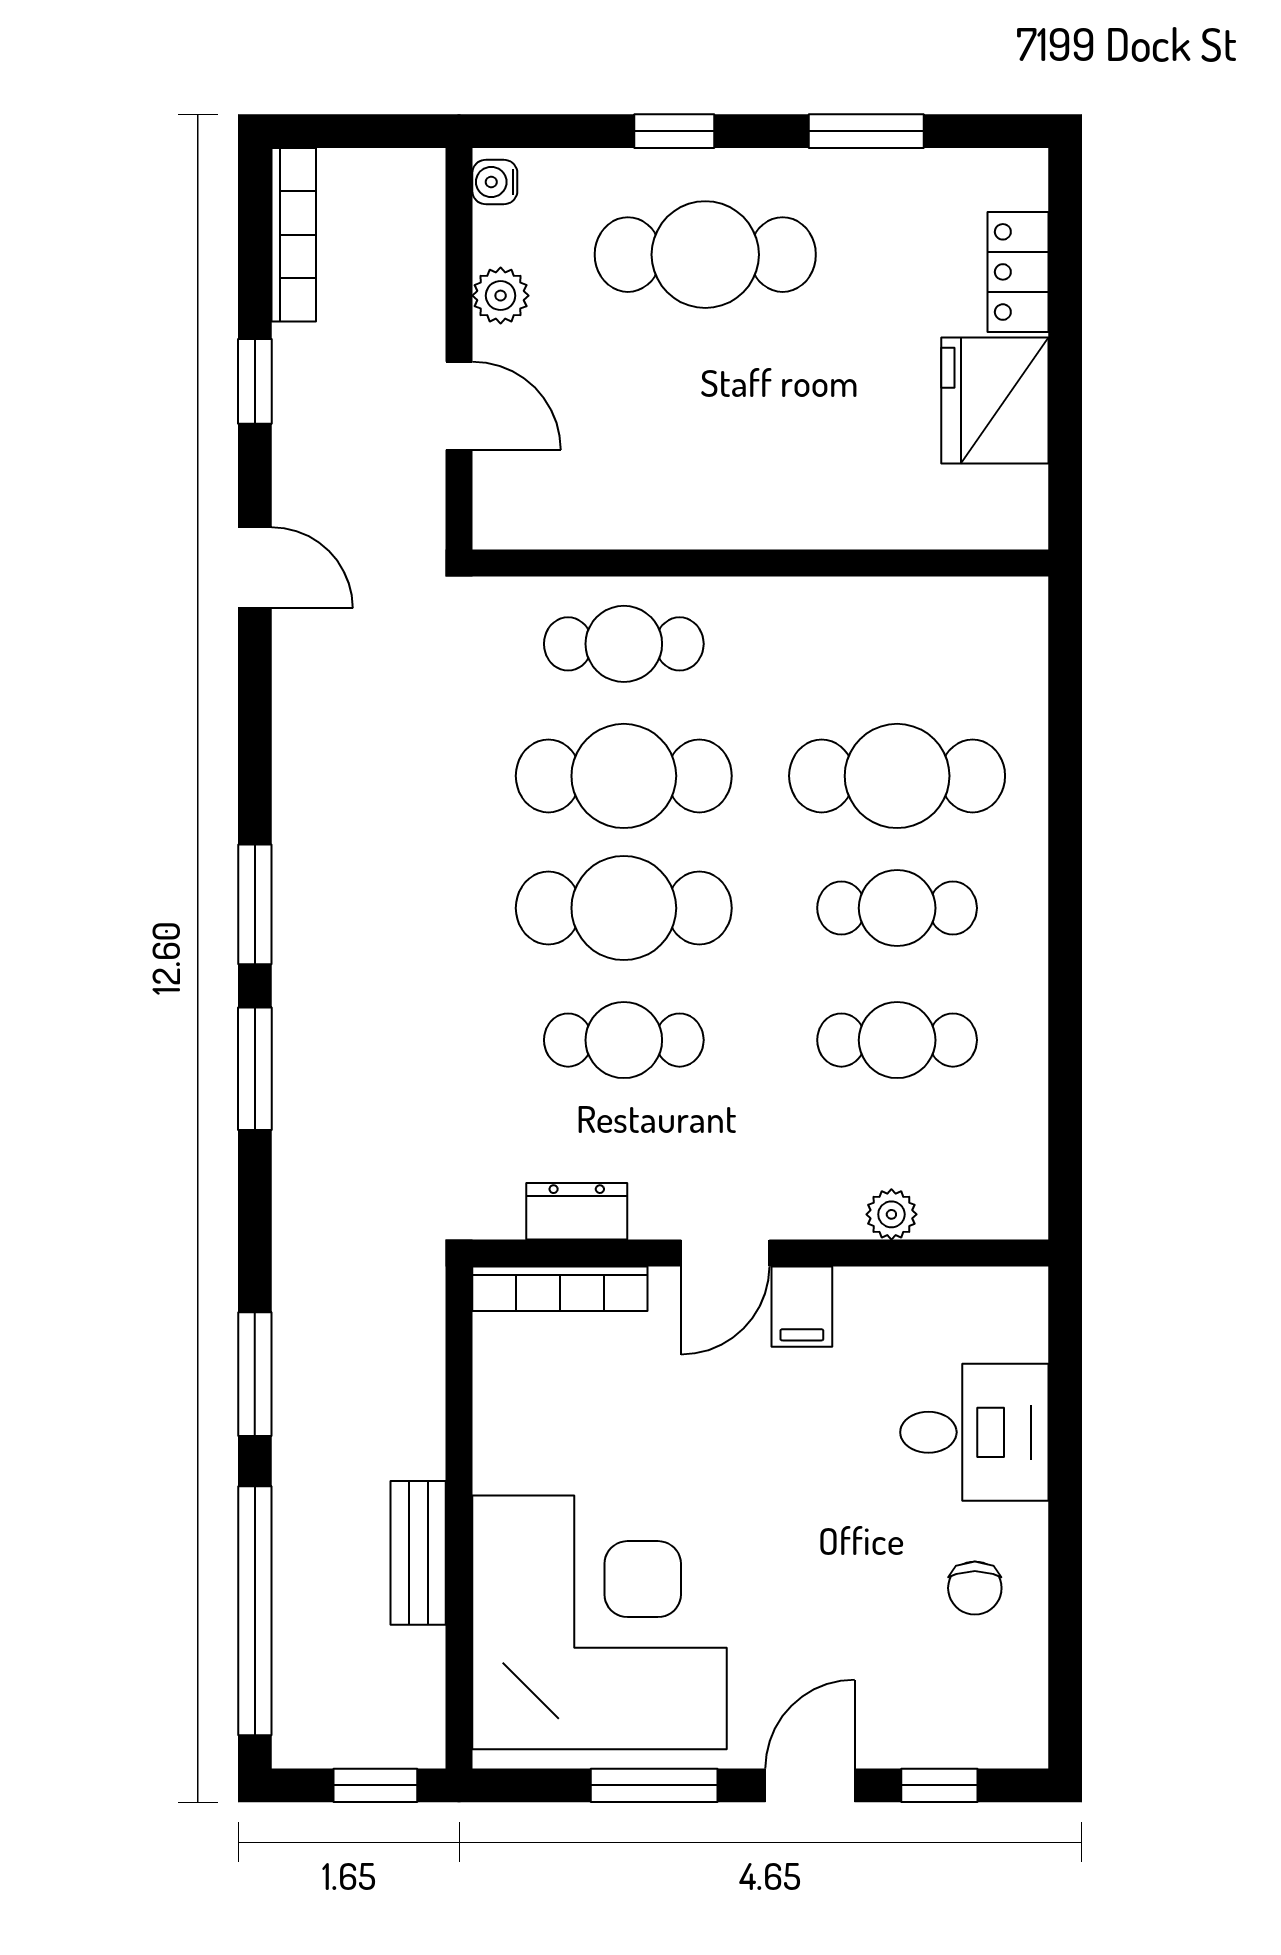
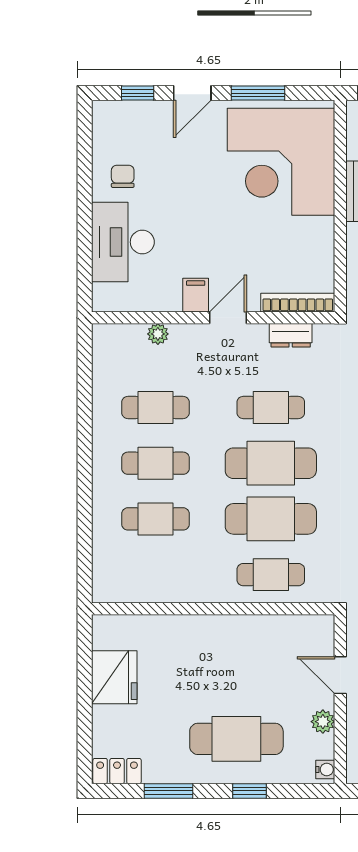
locker: (1018, 272) -> (117, 771), moved, turned -90
cafe table: (897, 776) -> (156, 519), width x0.73, depth x0.74
desk: (974, 1432) -> (123, 242), width x1.37

